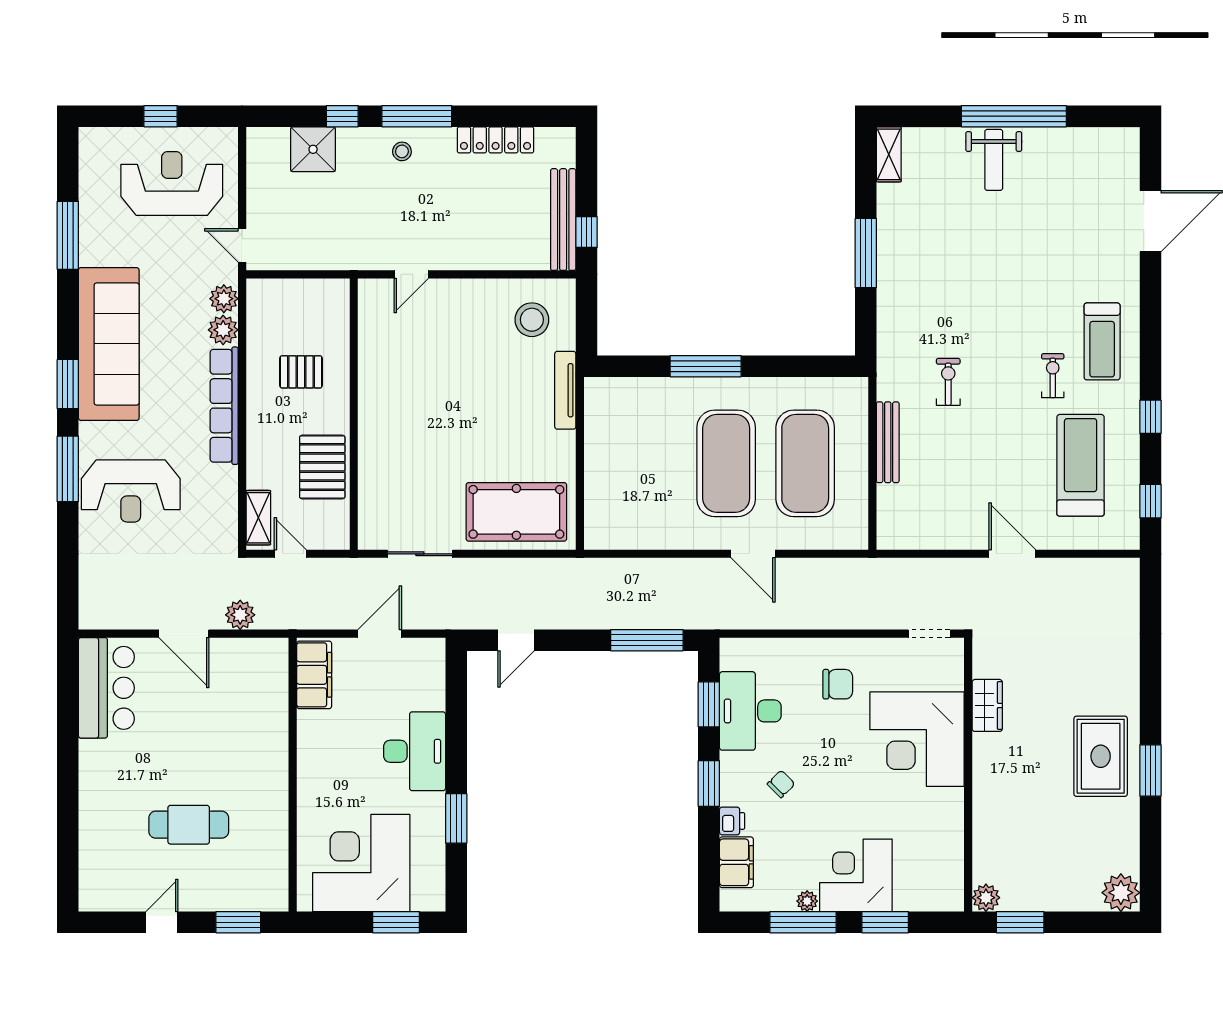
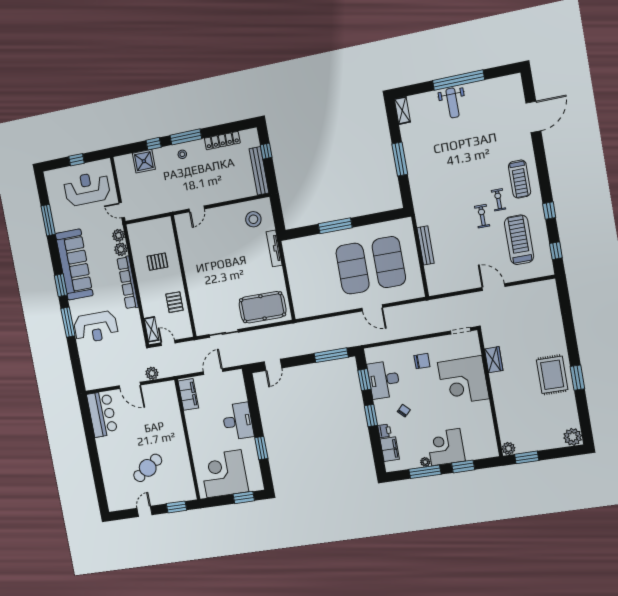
window: (586, 232) -> (266, 151), moved
exercise bike: (948, 382) -> (482, 216), moved
pallet: (322, 467) -> (174, 302), width x0.67, depth x0.71
cafe table: (189, 825) -> (148, 468), turned -34

